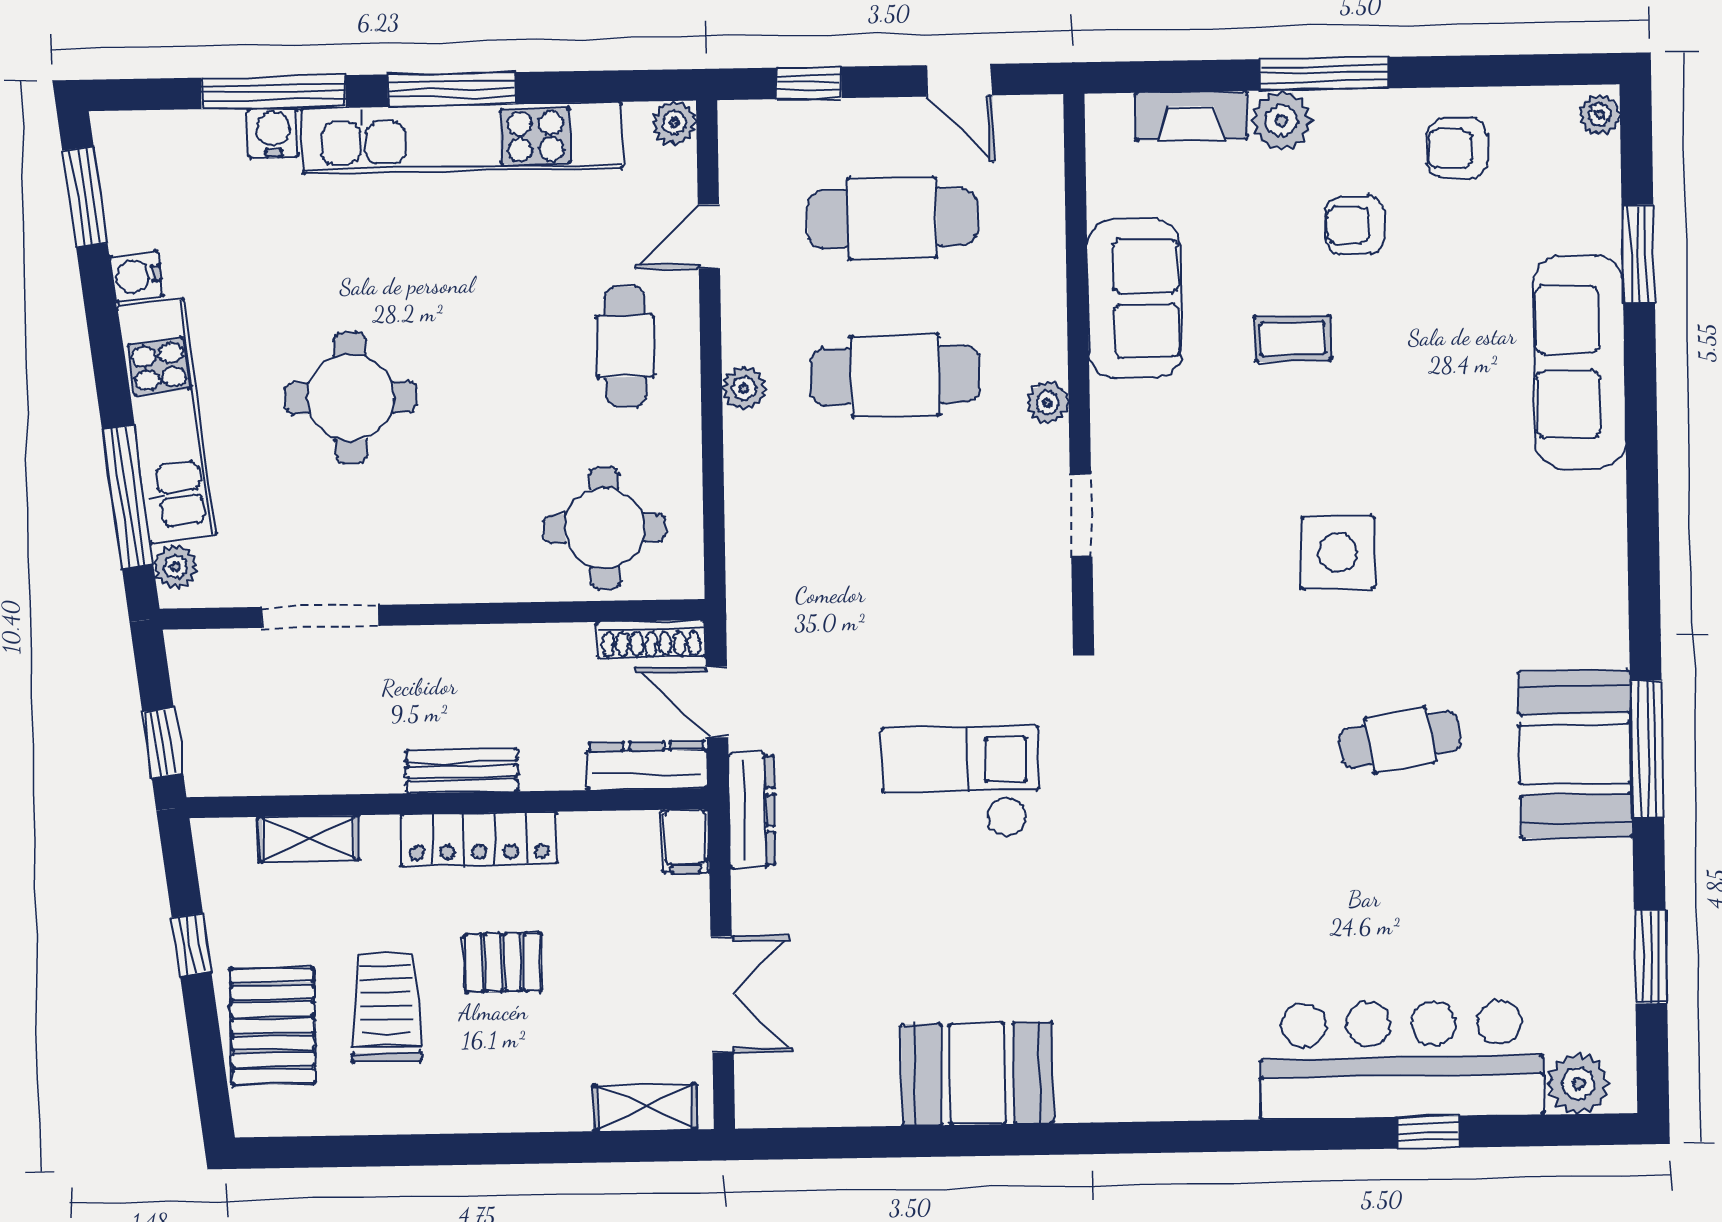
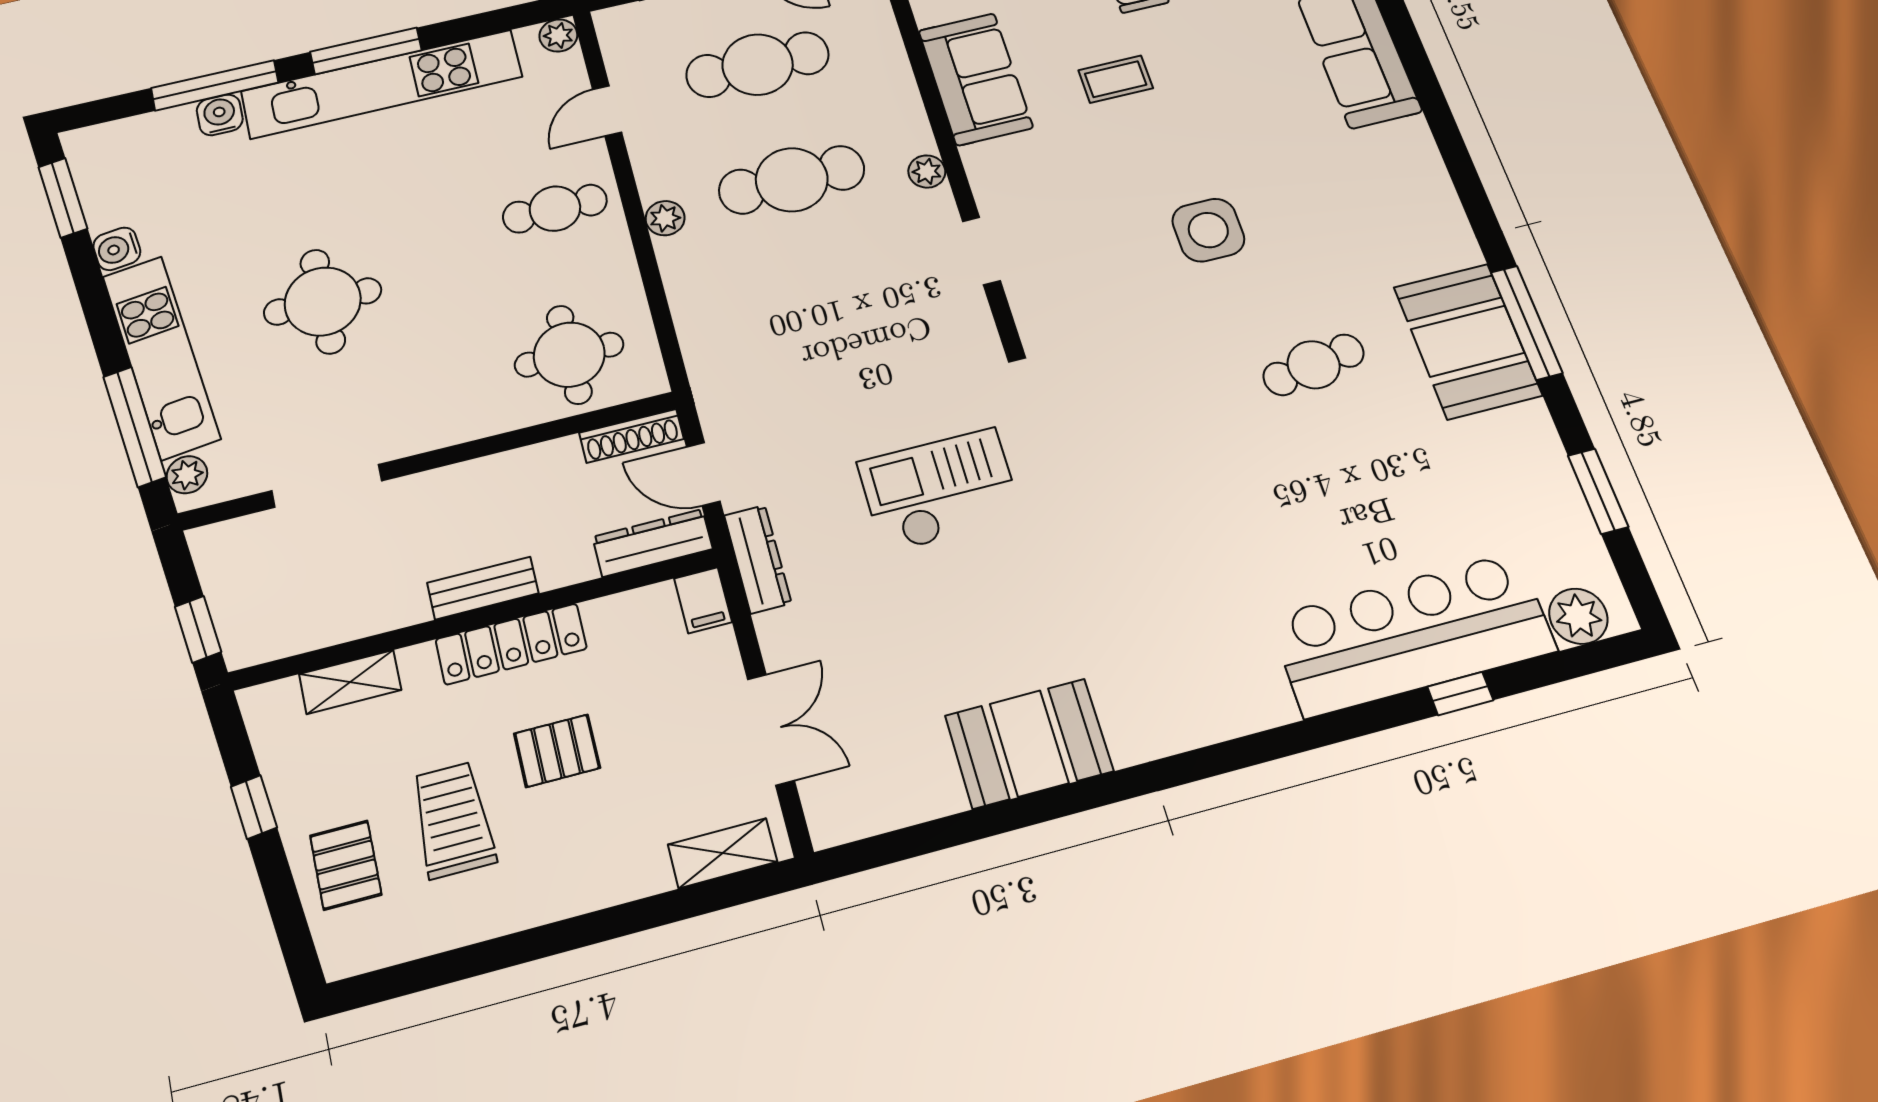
cafe table: (625, 346) -> (555, 209), turned 90
pallet: (273, 1026) -> (346, 865), width x0.67, depth x0.71

